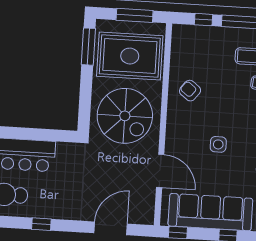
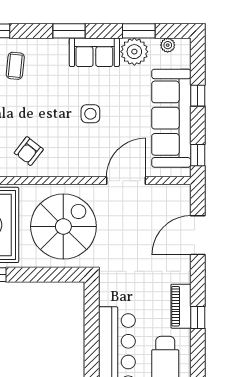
piano: (52, 211) -> (181, 306), added
door: (111, 228) -> (198, 235), hinge flipped

